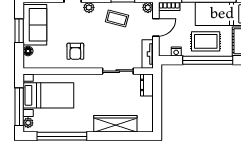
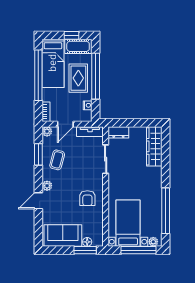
door: (156, 27) -> (65, 124), swing flipped
window: (19, 31) -> (85, 250), moved
armchair: (75, 51) -> (87, 198), turned 90
wardrobe: (115, 124) -> (154, 146), moved

